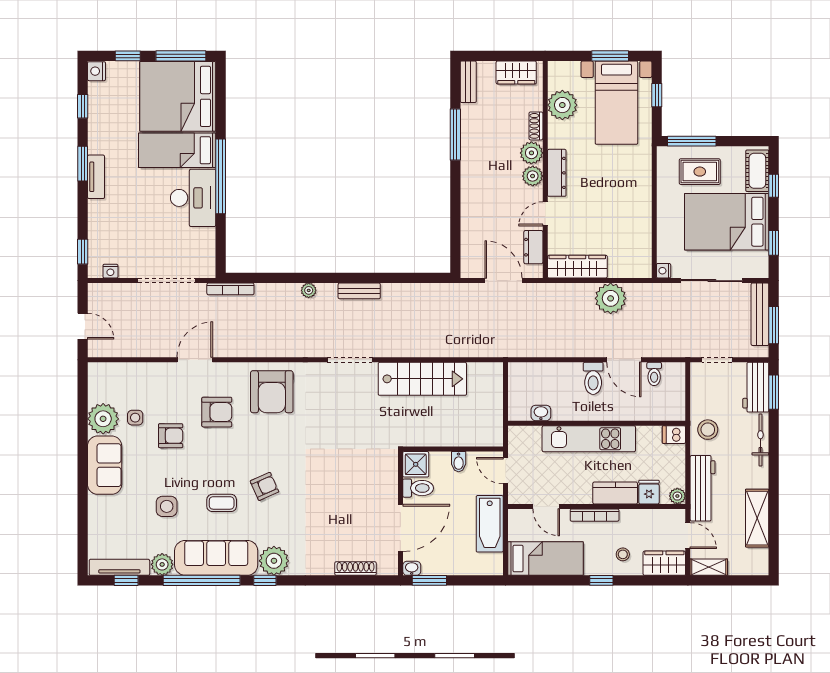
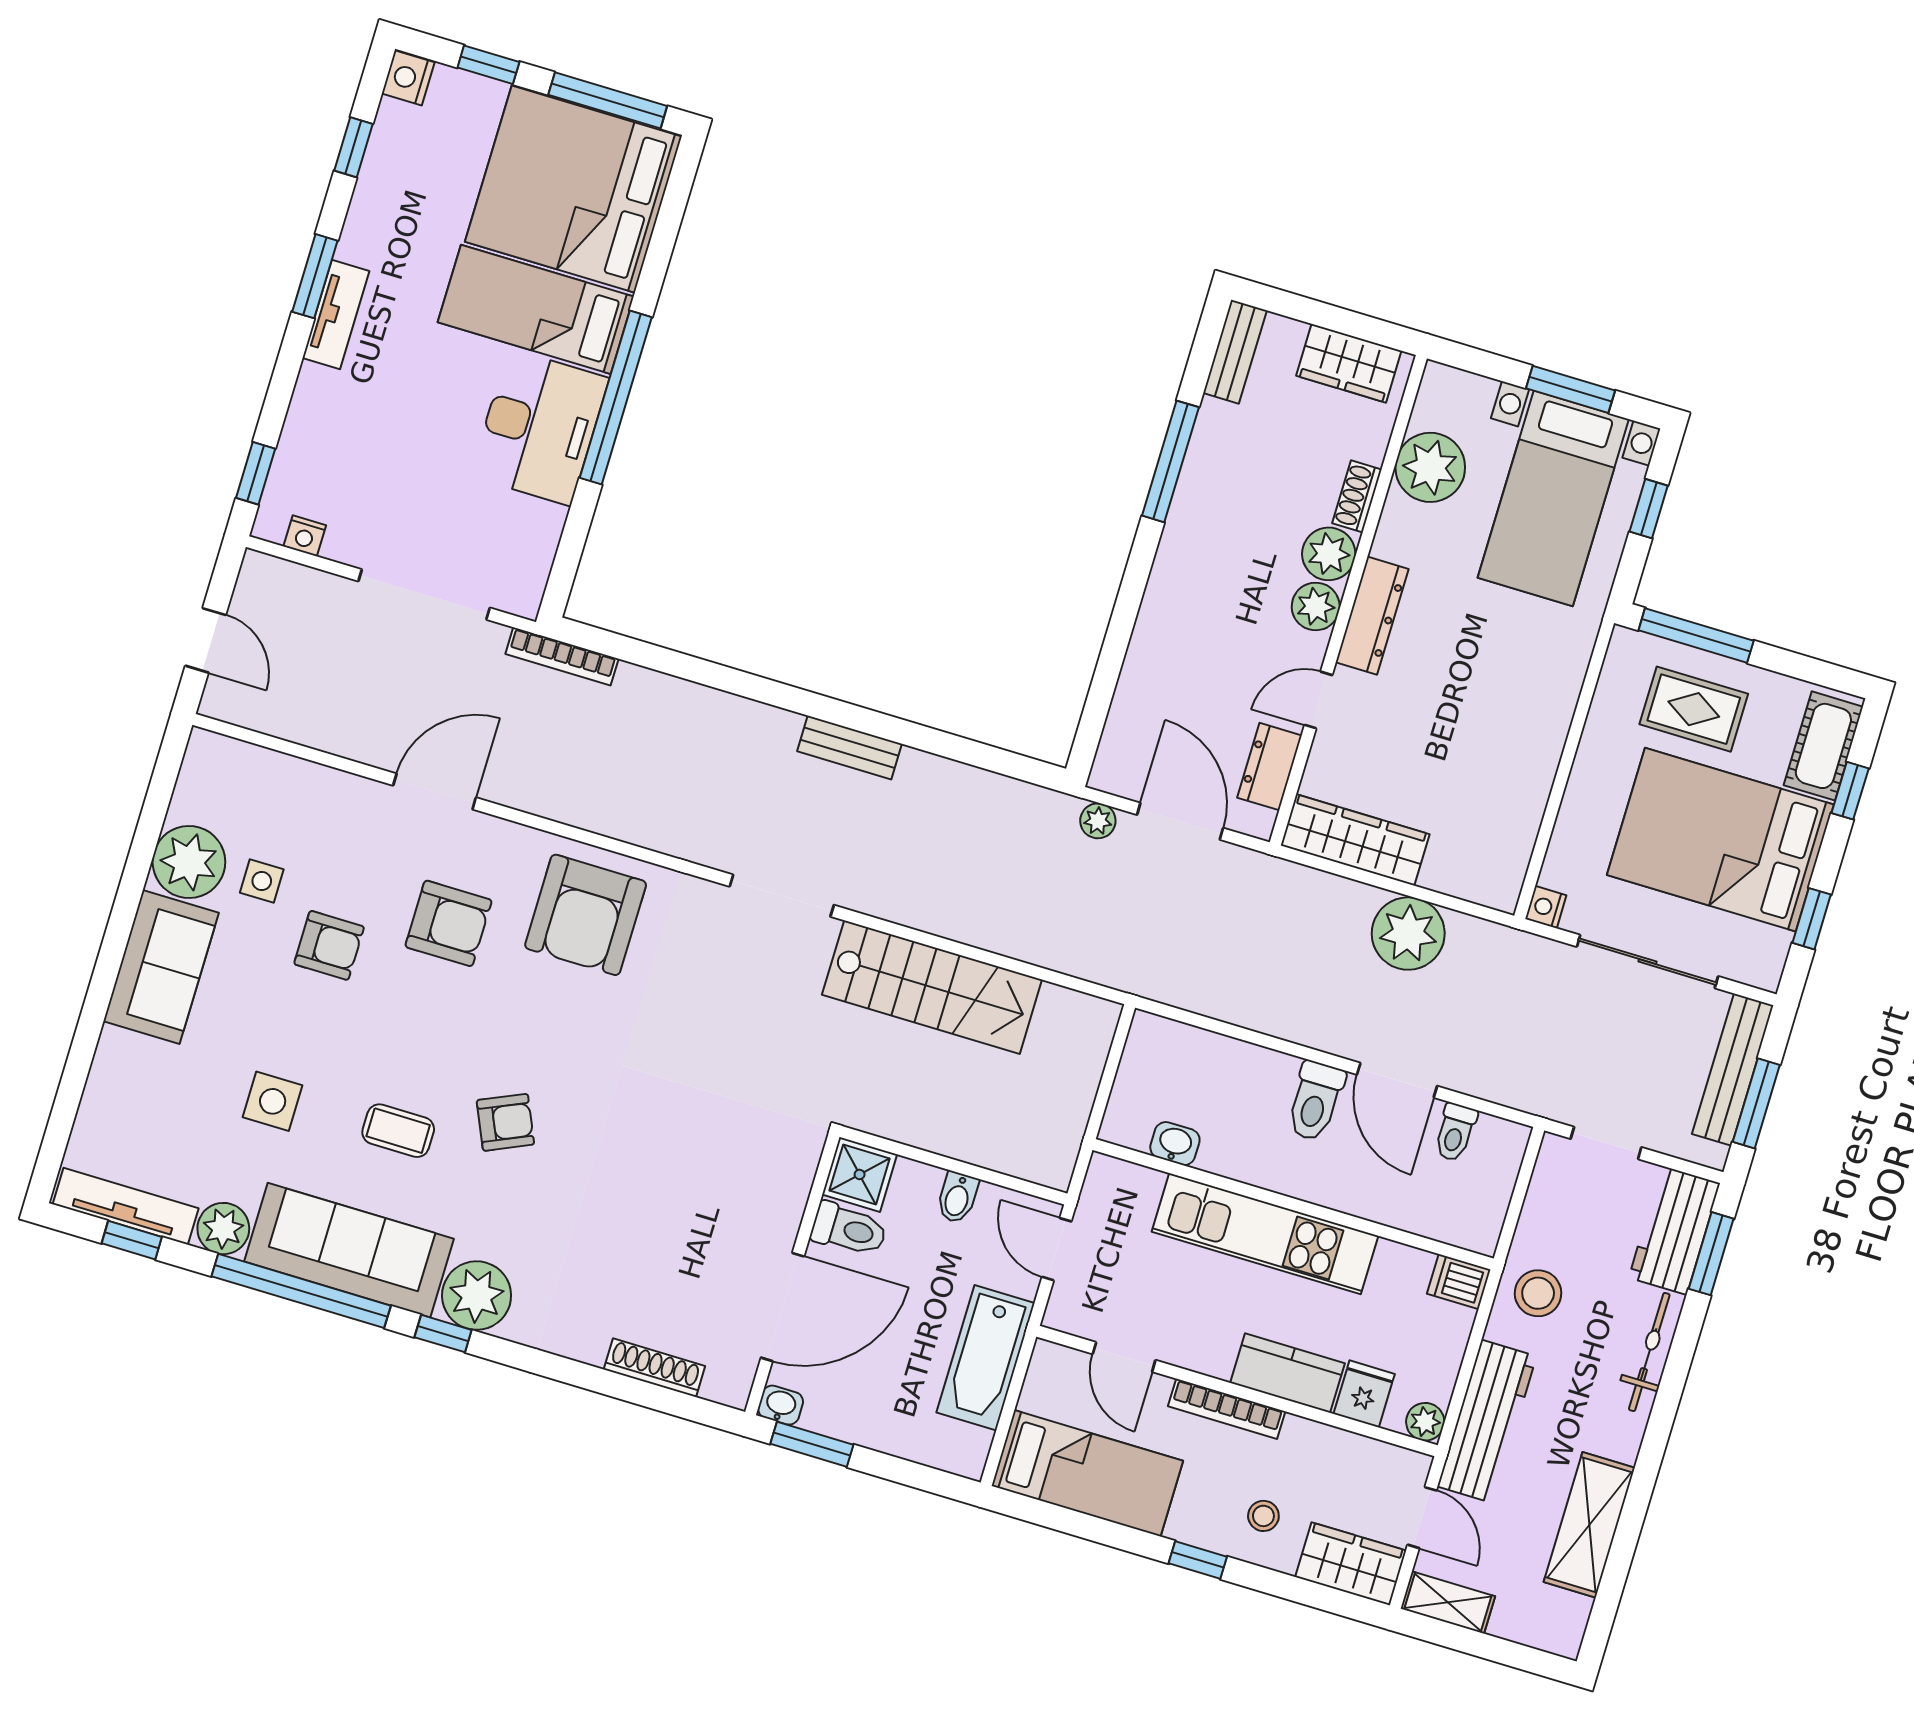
plant: (309, 290) -> (1098, 821), moved

